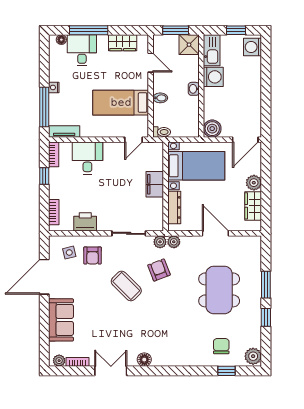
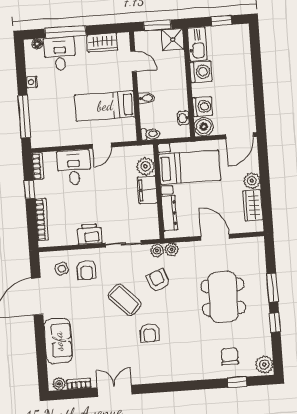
washing machine: (253, 47) -> (202, 107), moved, turned 180
nightstand: (54, 87) -> (32, 82), moved
washbasin: (194, 89) -> (183, 118), moved
tv unit: (64, 131) -> (47, 141), removed
door: (133, 140) -> (102, 146), moved
plant: (155, 162) -> (146, 166), added
bookcase: (54, 212) -> (42, 220), width x1.56
printer: (85, 222) -> (90, 234), moved
armchair: (147, 319) -> (150, 333), added
floor lamp: (144, 360) -> (149, 376), removed

